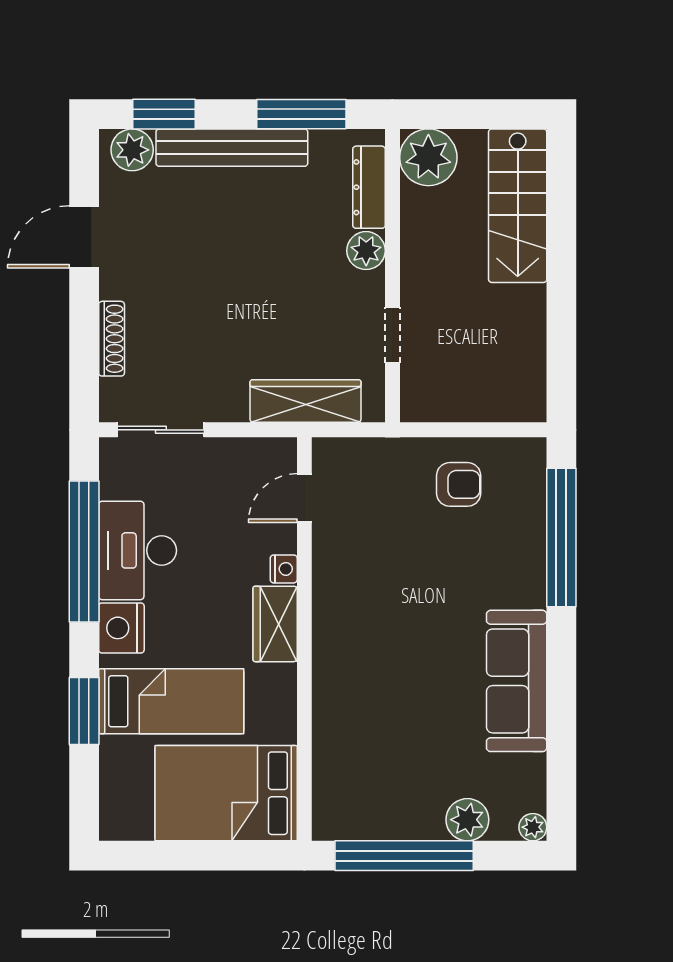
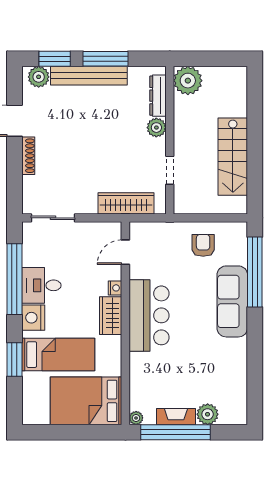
window: (301, 114) -> (106, 59), moved
stairs: (518, 206) -> (233, 157), moved
shoe rack: (112, 339) -> (28, 156), moved
armchair: (459, 484) -> (203, 245), turned -90
desk: (138, 550) -> (41, 285), width x0.73
bar counter: (351, 624) -> (149, 315), added
sofa: (517, 681) -> (232, 301), moved
fireplace: (405, 825) -> (176, 417), added
plant: (533, 827) -> (136, 418), moved

